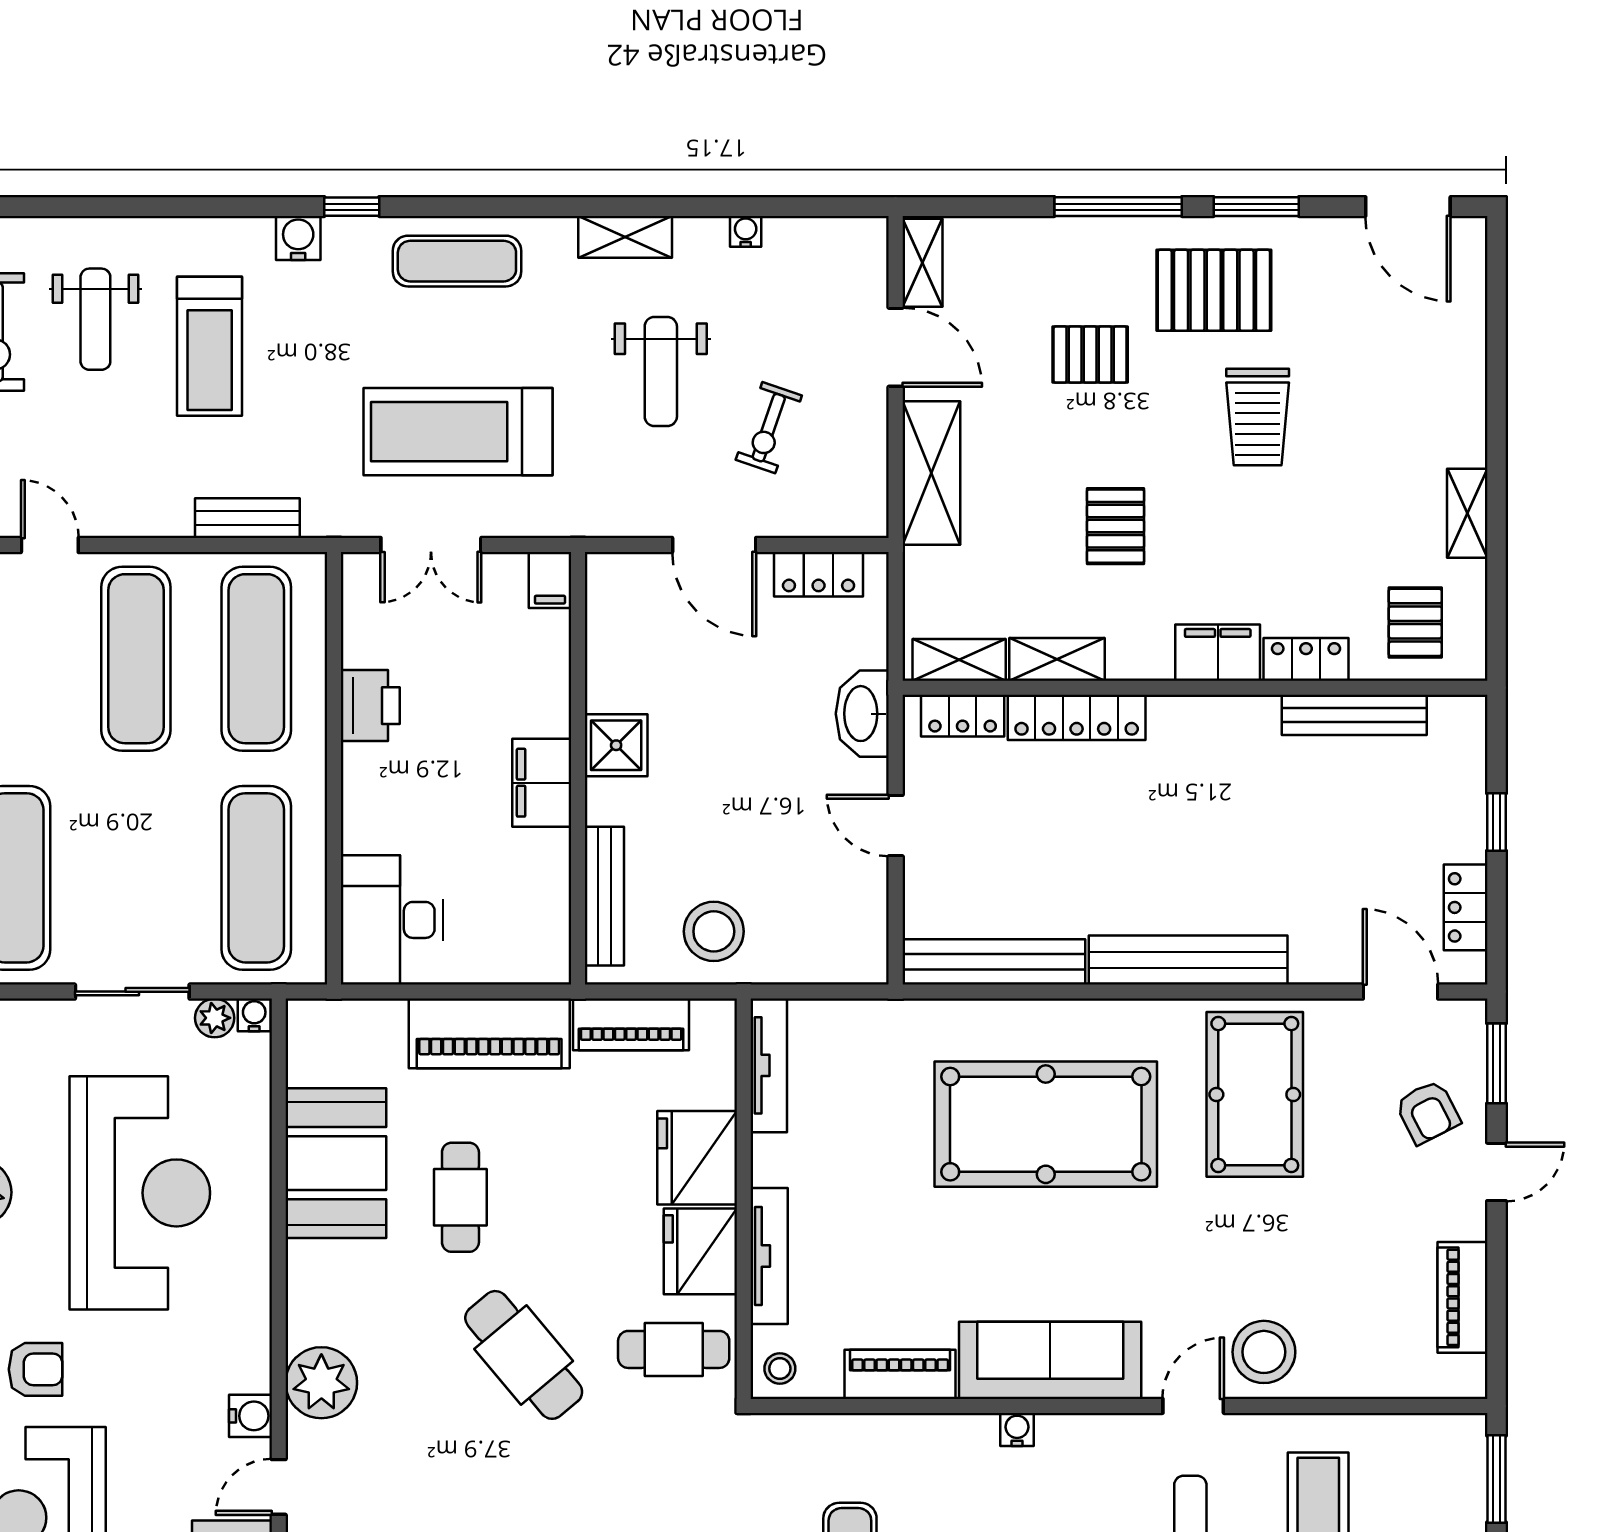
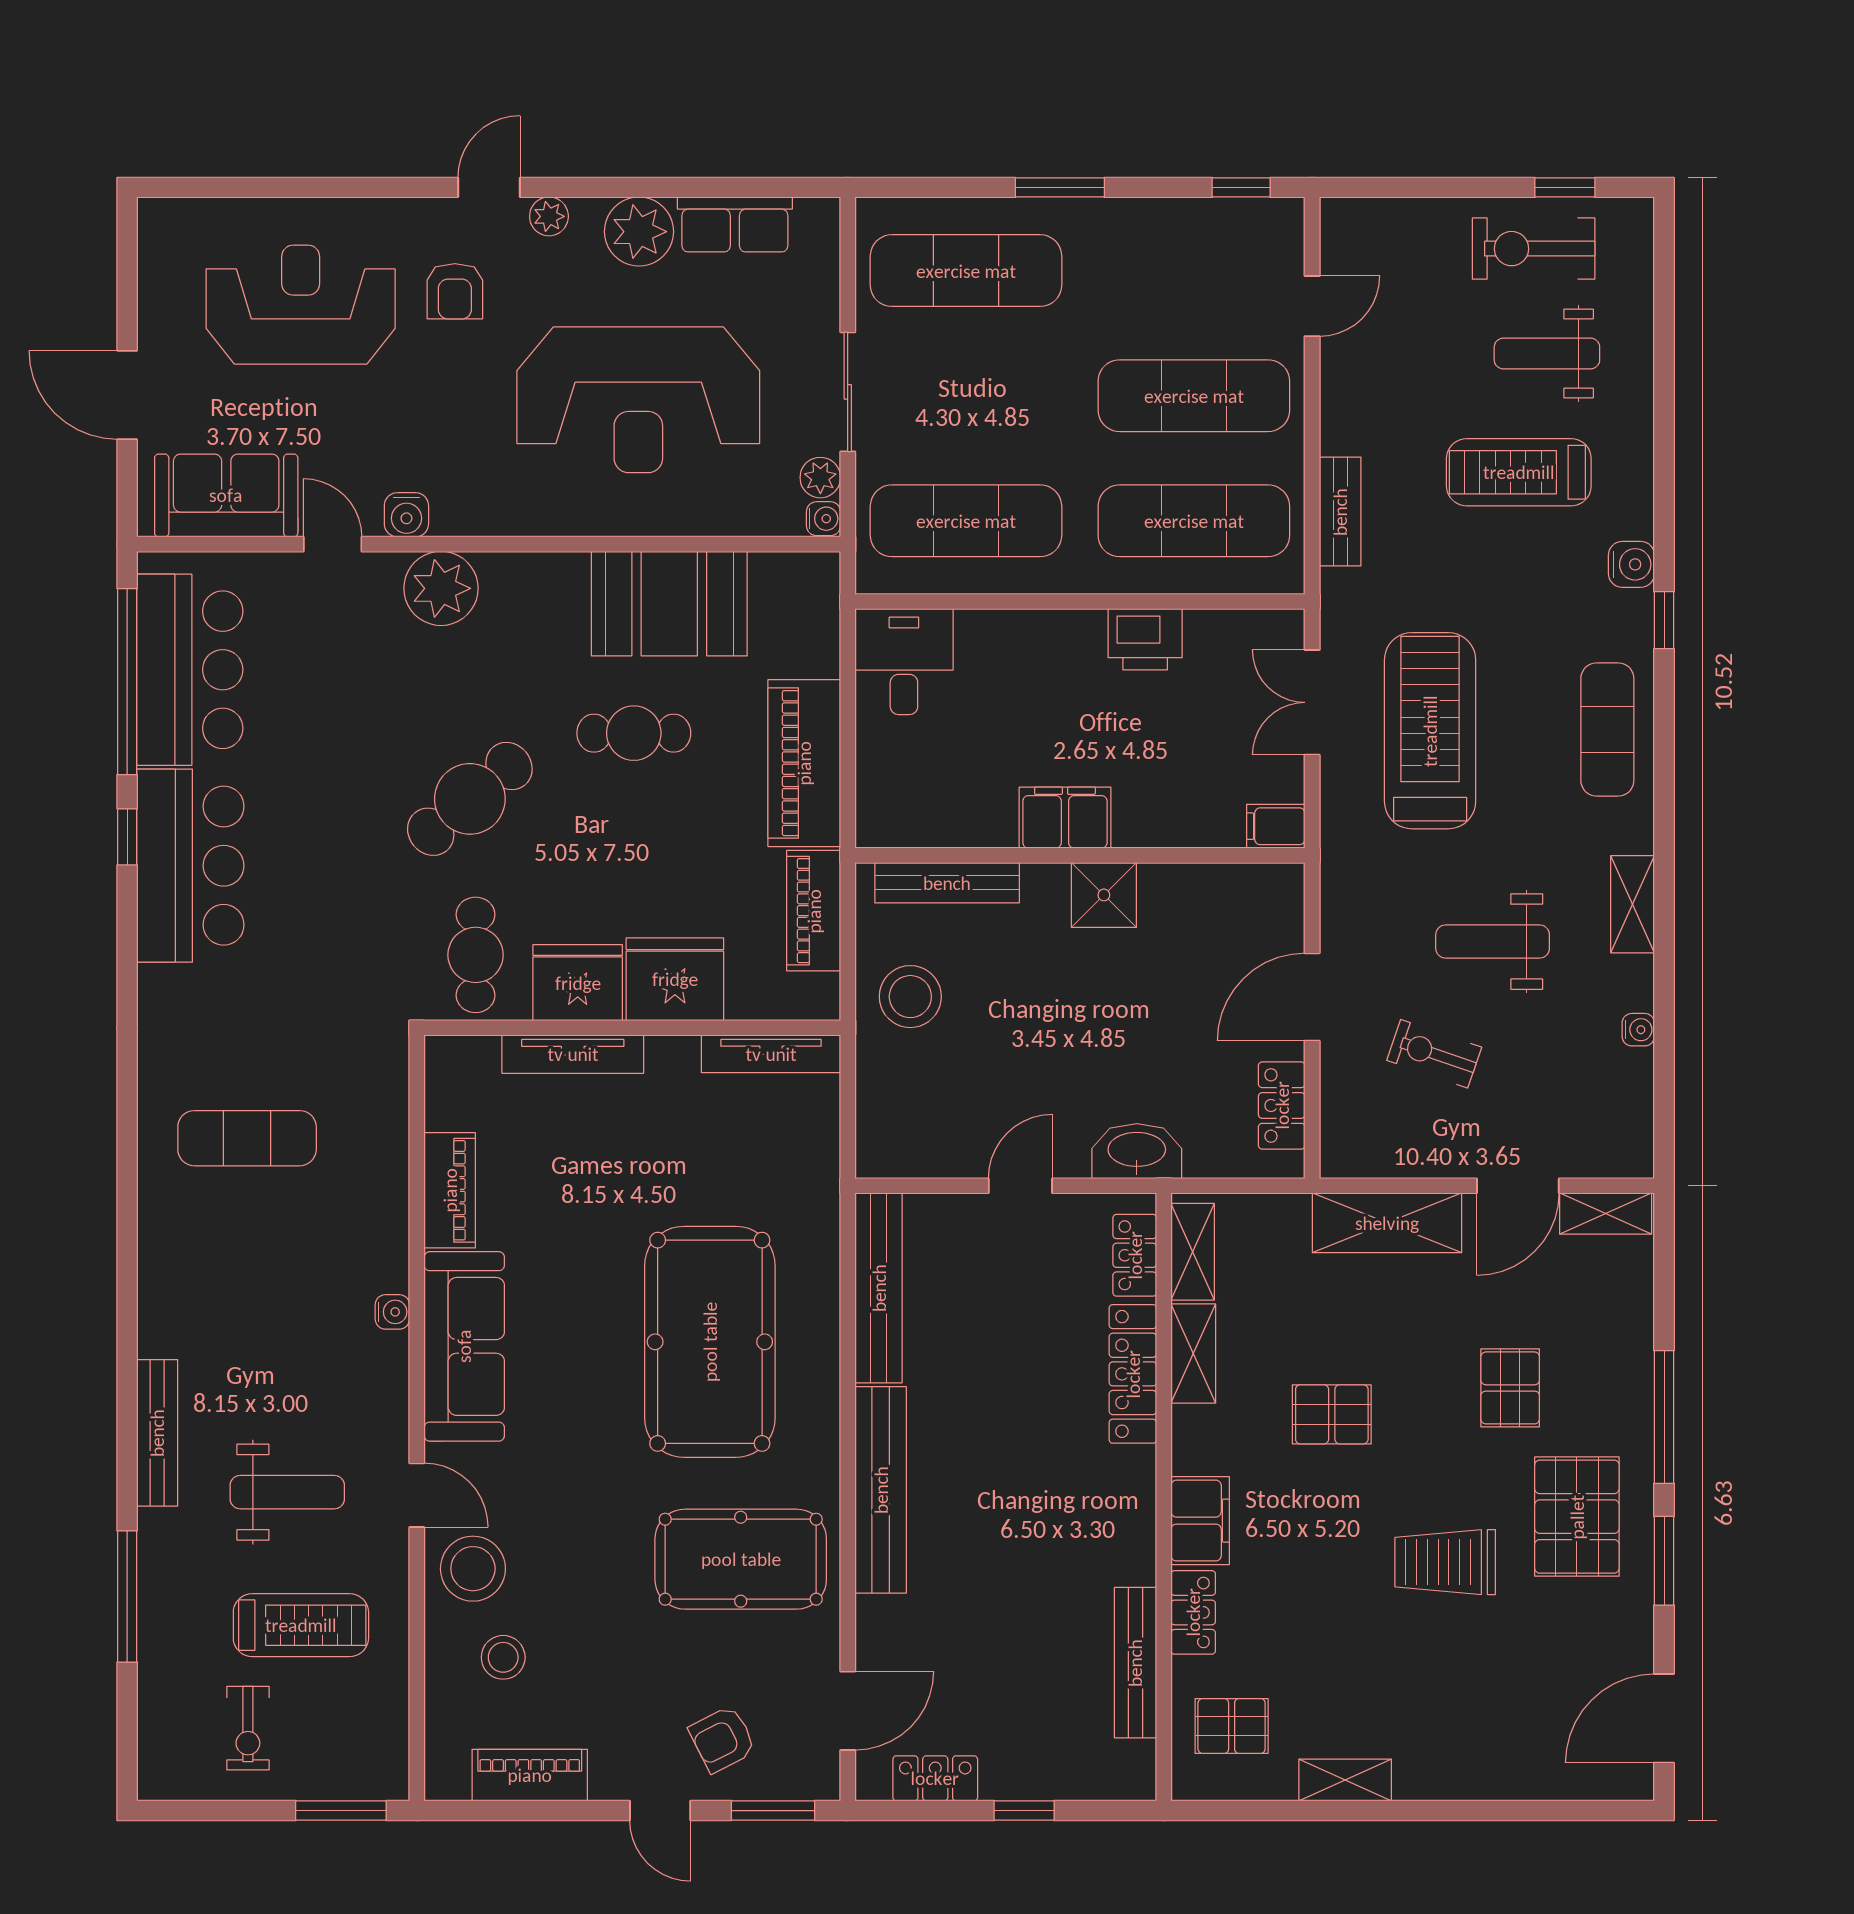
desk: (392, 920) -> (904, 662), width x0.73
stool: (780, 1369) -> (503, 1657), moved, width x1.37, depth x1.37

